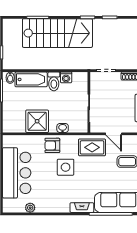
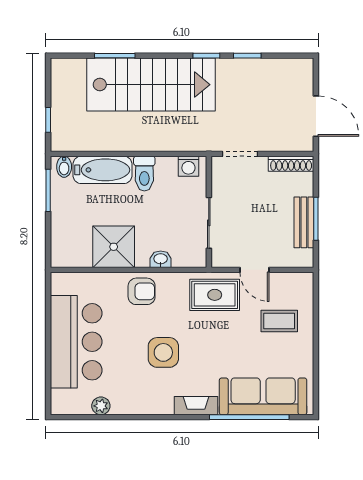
washing machine: (66, 77) -> (188, 166), moved
armchair: (52, 145) -> (142, 291), turned 180
side table: (66, 167) -> (163, 352), moved

